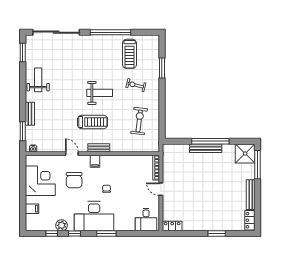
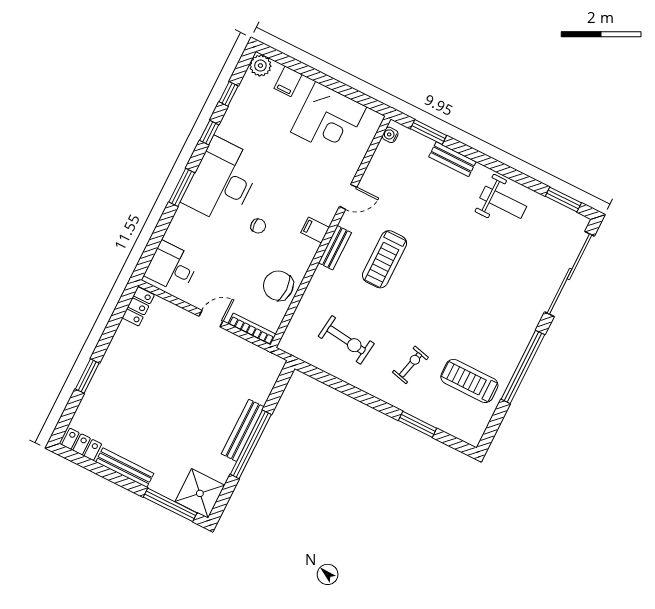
weight bench: (100, 93) -> (428, 296), removed
chair: (74, 180) -> (278, 286), moved
plant: (62, 225) -> (260, 66), moved

